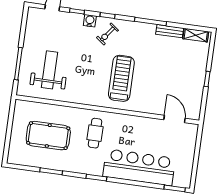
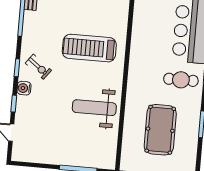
weight bench: (50, 70) -> (94, 108), moved
cafe table: (95, 133) -> (181, 80), moved

